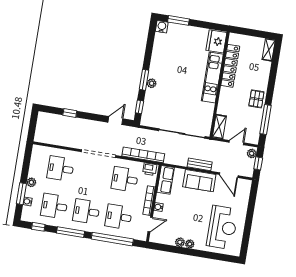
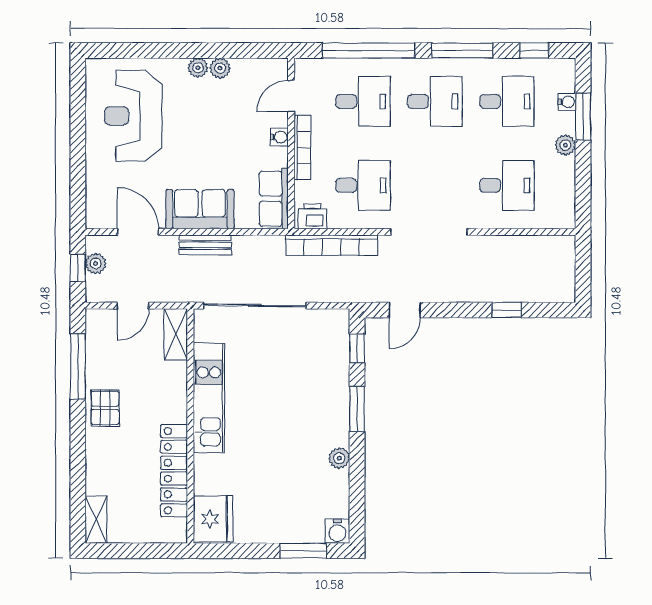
kitchen unit: (212, 77) -> (209, 398), moved
plant: (152, 83) -> (339, 458), moved
plant: (252, 153) -> (96, 263), moved

